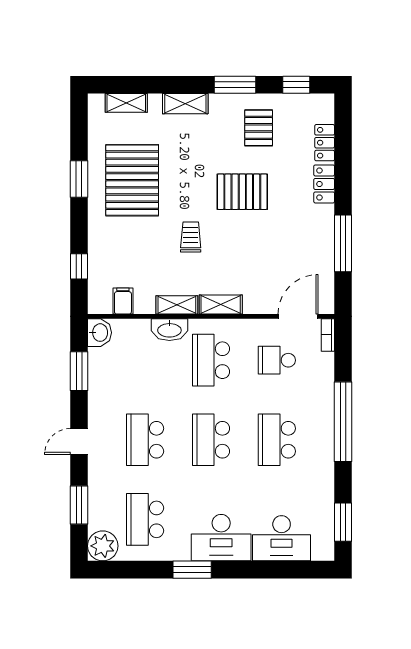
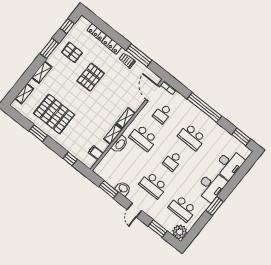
trolley: (191, 237) -> (127, 60), moved
washbasin: (99, 333) -> (123, 189), moved
school desk: (211, 440) -> (172, 161), width x0.54

